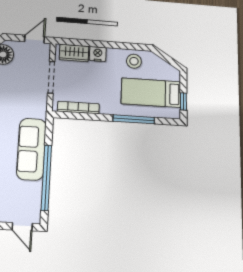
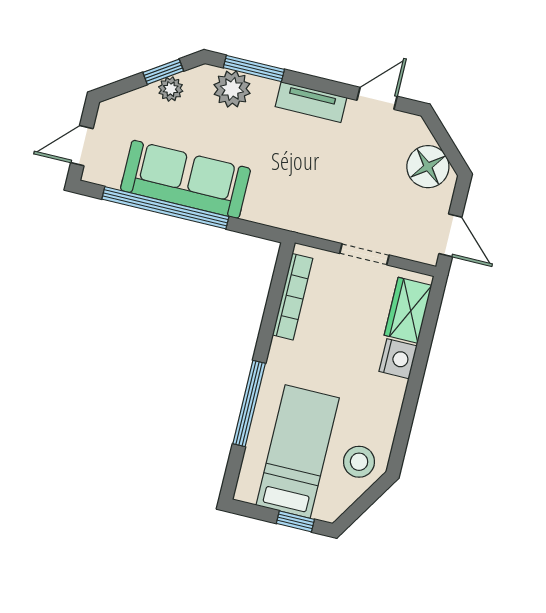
stool: (134, 61) -> (359, 462), moved
doorway: (51, 77) -> (364, 254), width x0.73
window: (183, 101) -> (295, 521), moved
sofa: (31, 149) -> (185, 179), moved

